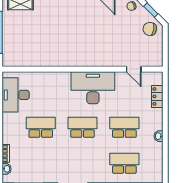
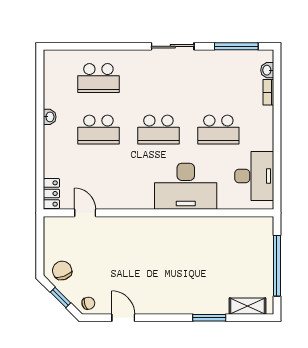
chair: (150, 29) -> (62, 270), turned -121
desk: (93, 88) -> (186, 186), moved
locker: (157, 96) -> (51, 193), moved

